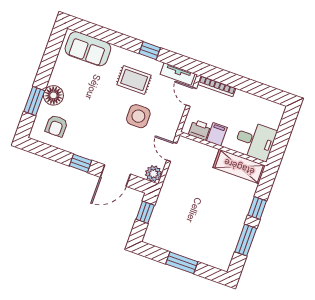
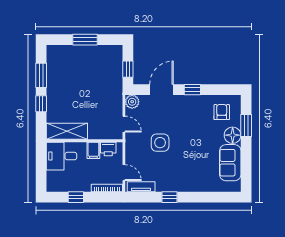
sofa: (88, 49) -> (230, 163), moved, turned -90
rug: (134, 80) -> (174, 170), removed
window: (256, 88) -> (76, 197), added

